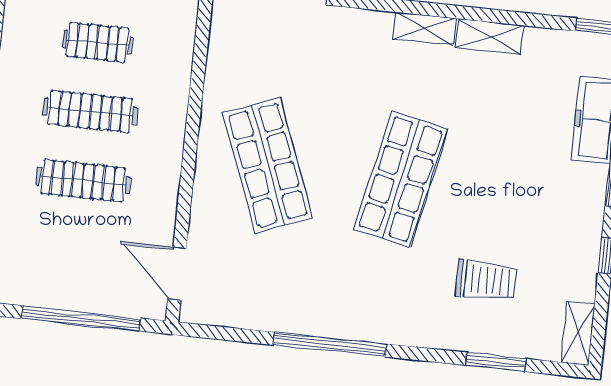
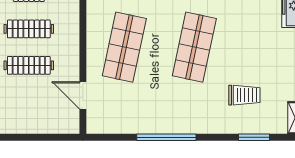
shop shelf: (268, 165) -> (124, 47), turned 33
door: (177, 273) -> (83, 95), moved
window: (81, 318) -> (35, 137), removed

